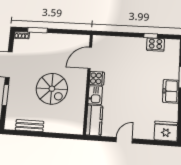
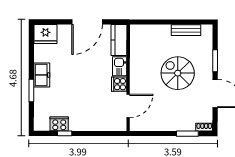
spiral stairs: (52, 89) -> (178, 73), moved
door: (124, 140) -> (87, 22), width x1.88

